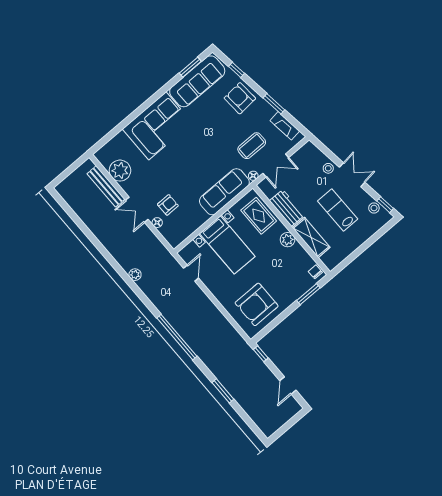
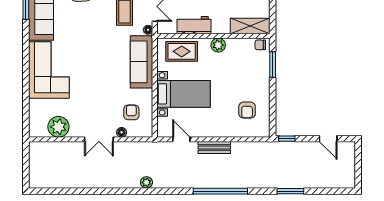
bench: (106, 186) -> (214, 148), moved, width x0.73
armchair: (168, 205) -> (131, 112), moved
shelving: (311, 238) -> (250, 26), moved
armchair: (257, 304) -> (247, 110), width x0.53, depth x0.53

